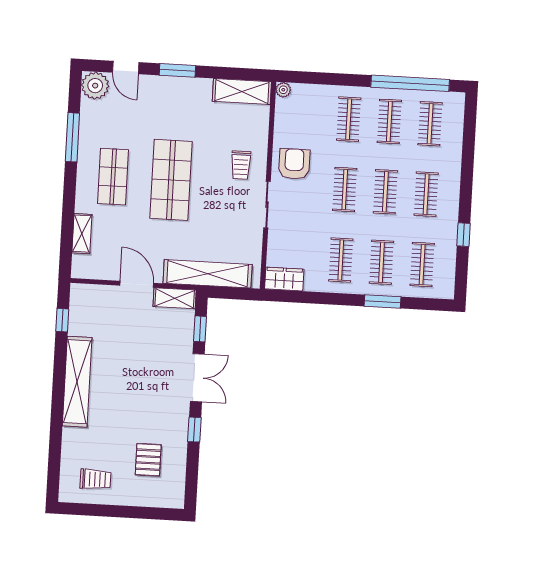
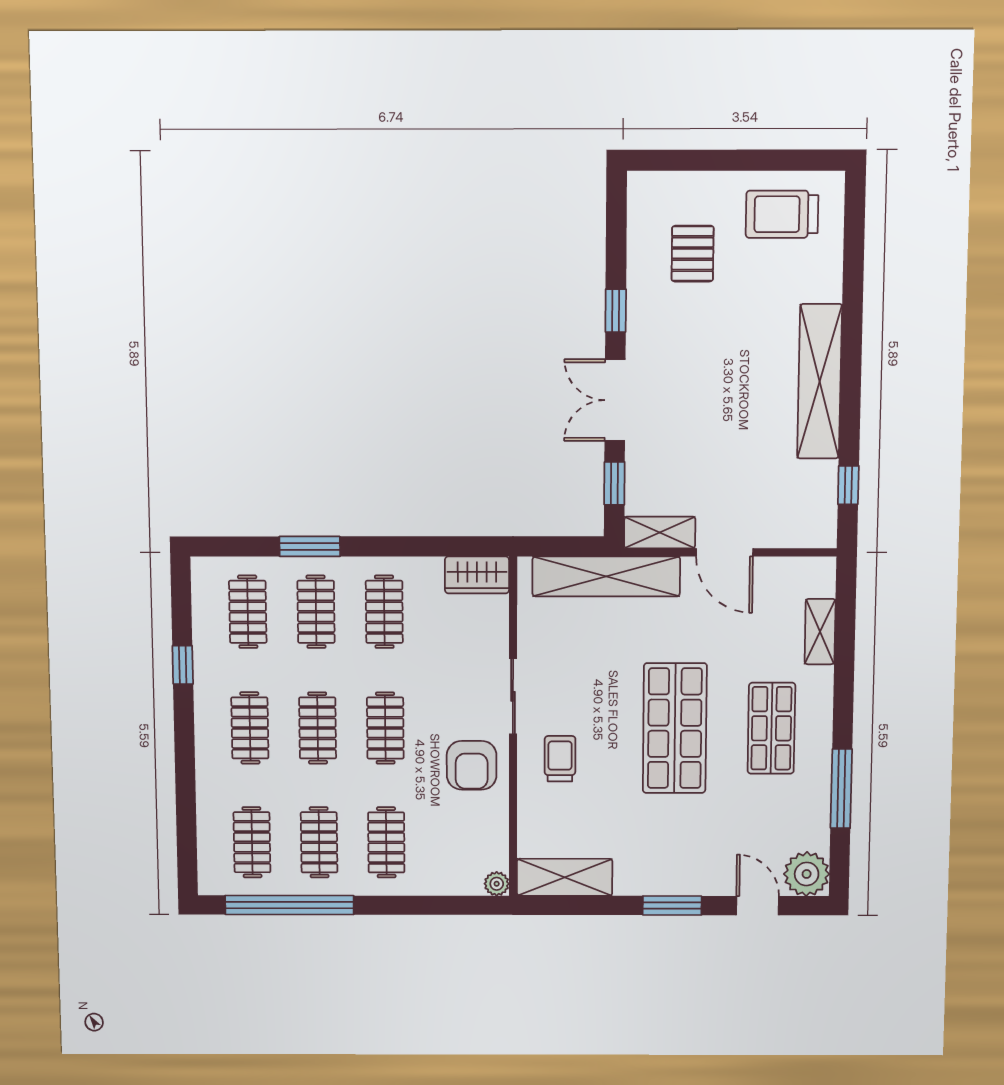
trolley: (95, 479) -> (782, 214), width x1.36, depth x1.39

